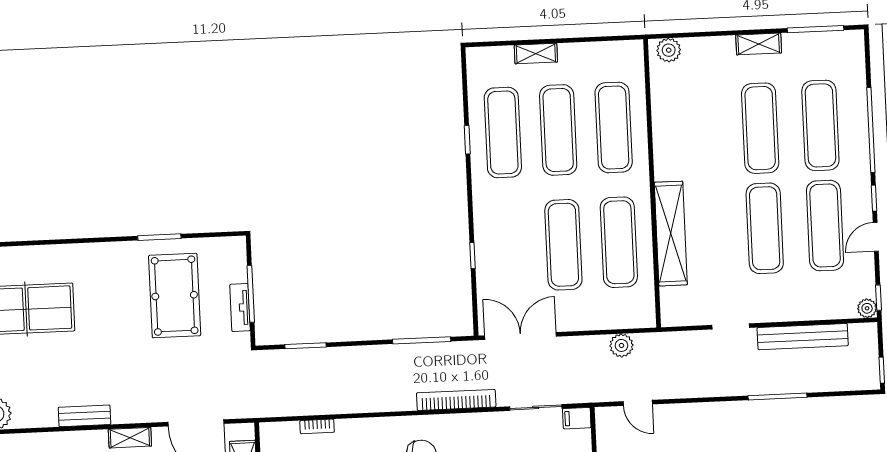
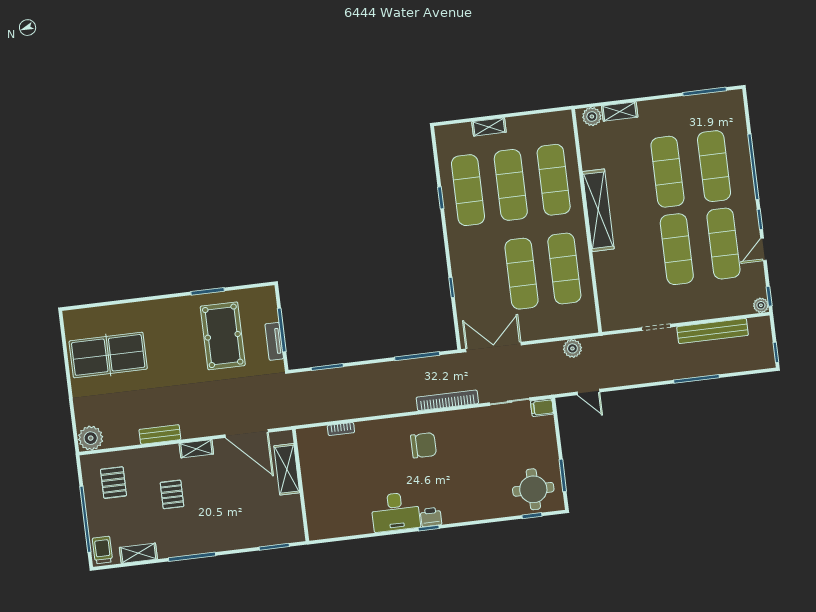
shelving: (759, 44) -> (620, 112), moved
shelving: (671, 234) -> (598, 210), moved

